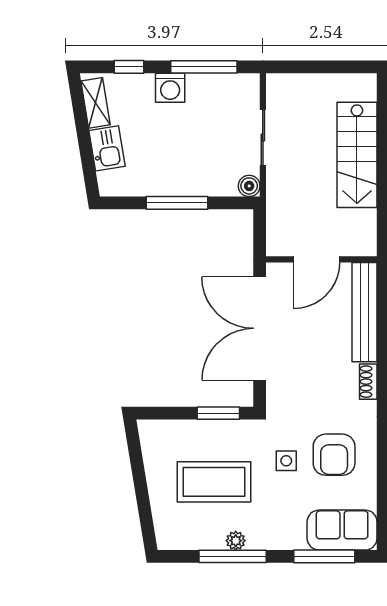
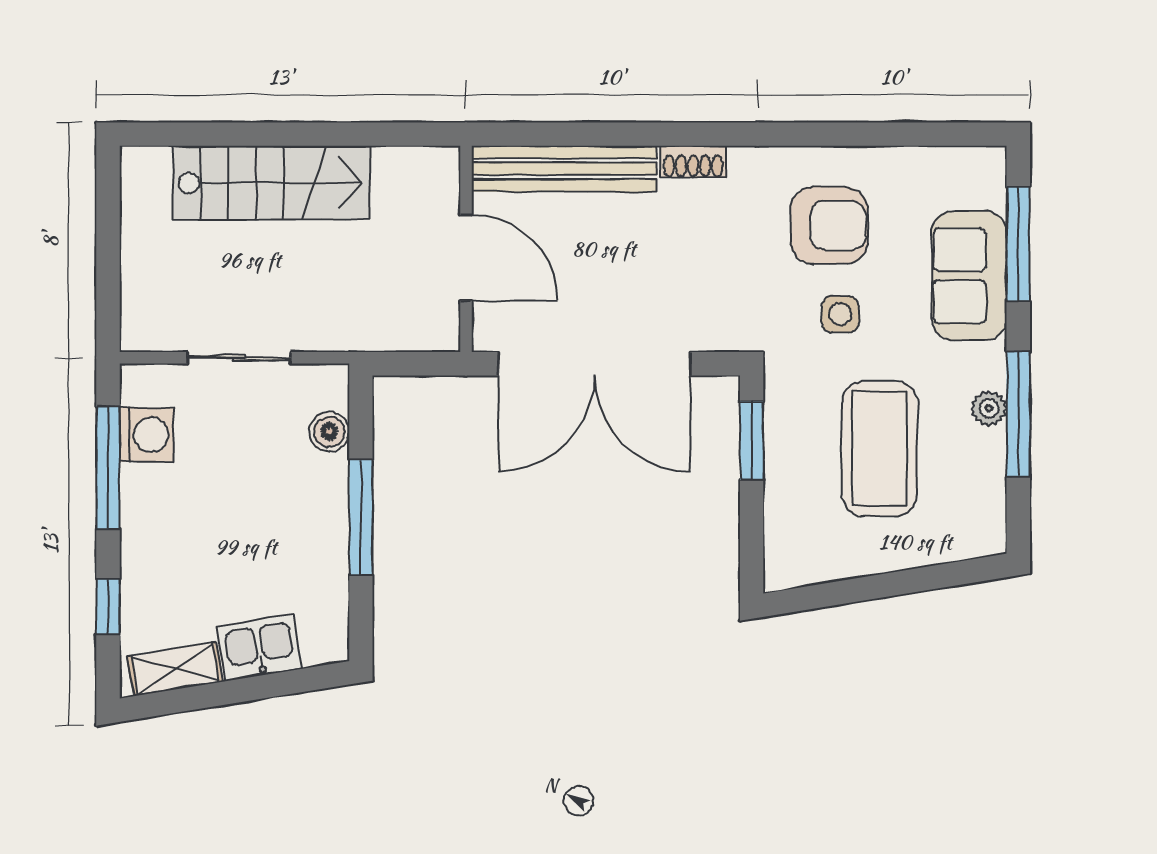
washing machine: (170, 88) -> (147, 435), moved
boiler: (249, 186) -> (329, 431), moved
sofa: (342, 530) -> (969, 276), moved

